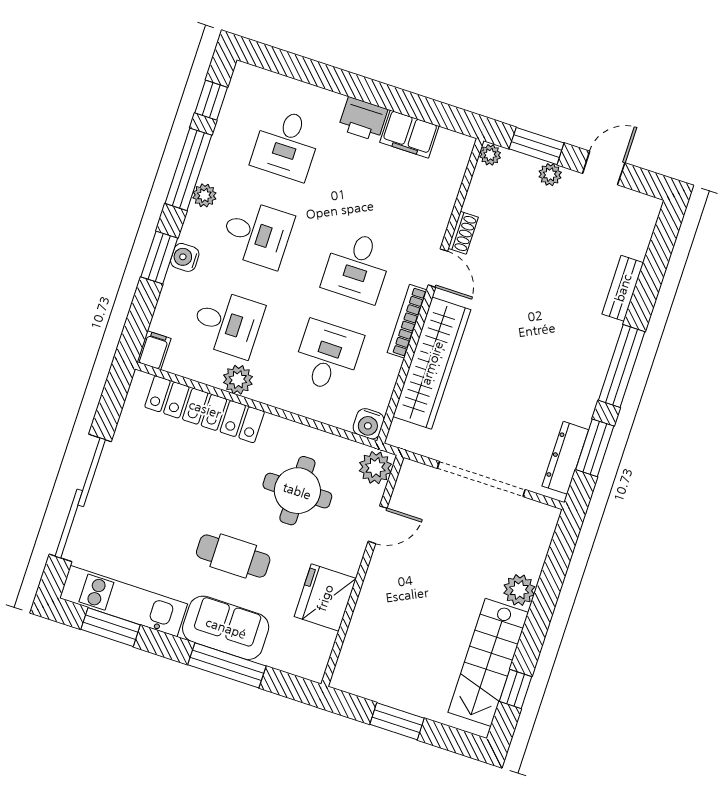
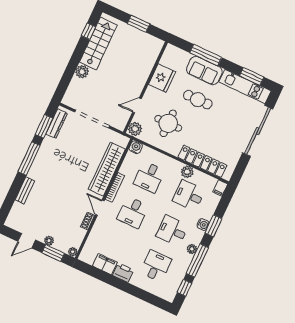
desk: (357, 267) -> (133, 212), turned 180

